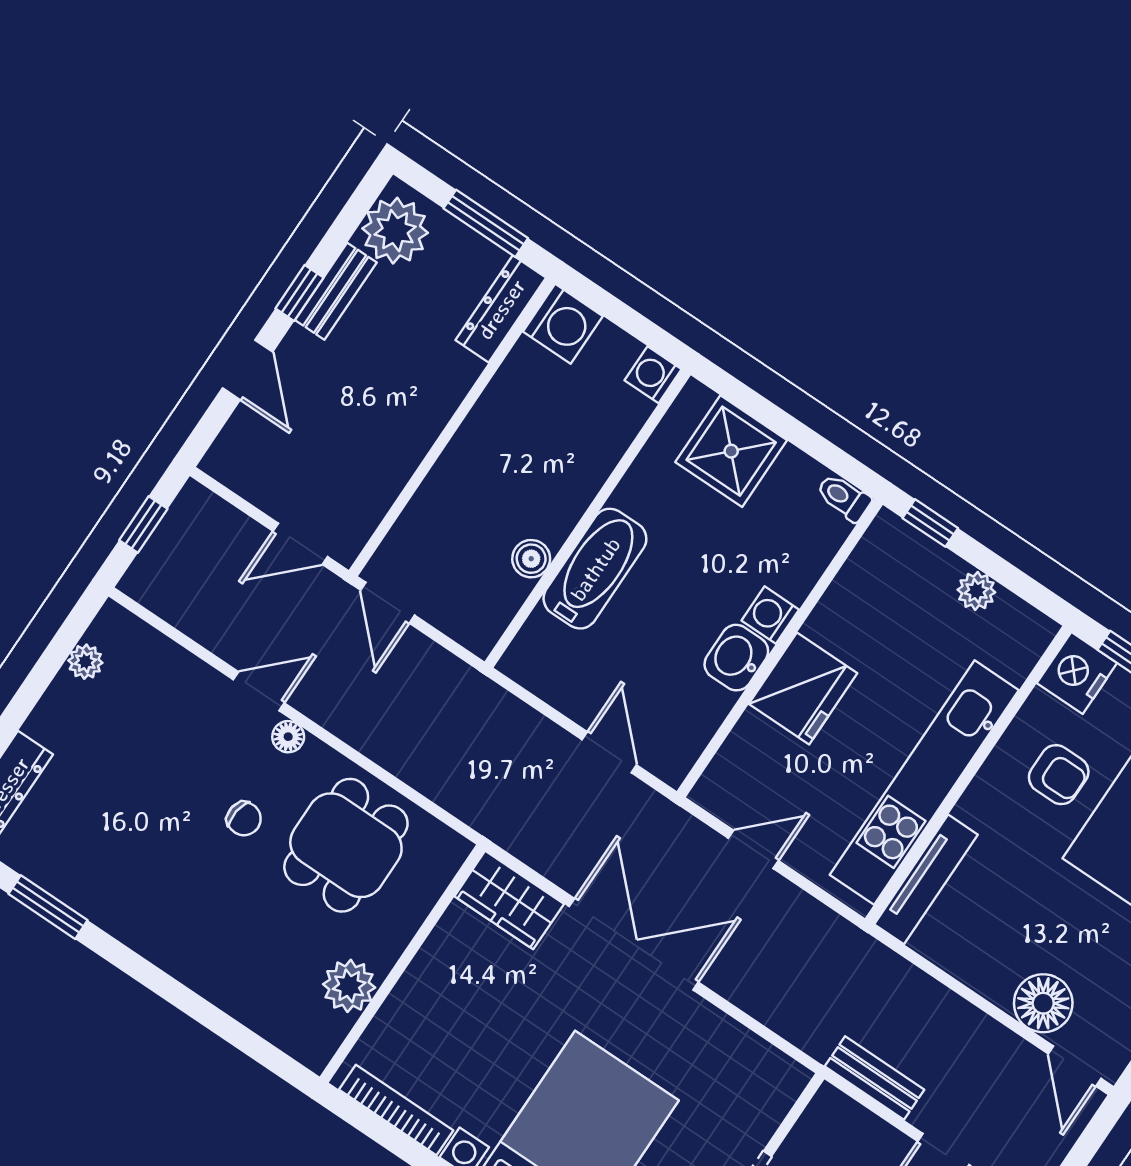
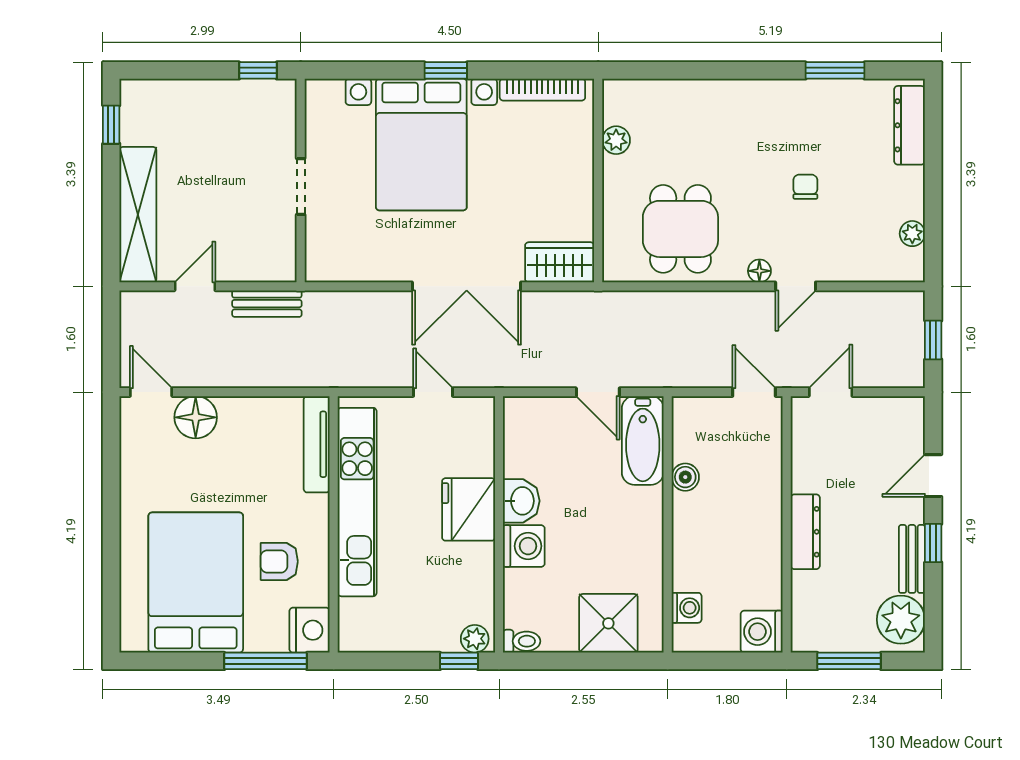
dresser: (501, 309) -> (805, 532), moved
door: (248, 370) -> (933, 476), hinge flipped
washing machine: (653, 375) -> (687, 608), moved
bathtub: (595, 569) -> (643, 440), moved
plant: (976, 591) -> (475, 639), moved
washing machine: (770, 615) -> (524, 546), width x1.38, depth x1.38
door: (609, 752) -> (598, 392), moved
chair: (244, 819) -> (805, 187), moved, turned 83
door: (753, 849) -> (433, 392), swing flipped
plant: (349, 986) -> (616, 140), width x0.73, depth x0.73

